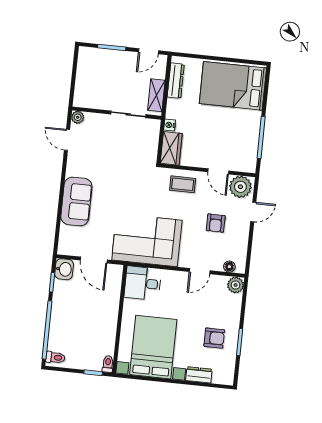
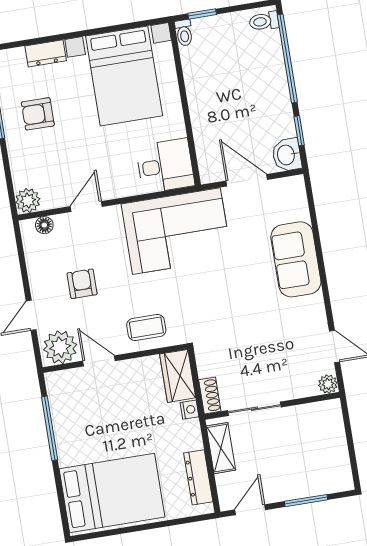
shoe rack: (154, 130) -> (210, 396), added

